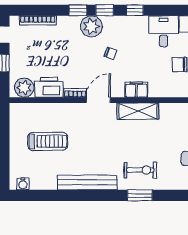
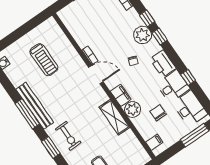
window: (135, 10) -> (188, 77), moved
printer: (49, 87) -> (163, 64), moved, turned 180
plant: (24, 88) -> (133, 109), moved
shelving: (138, 111) -> (114, 117), moved
window: (90, 195) -> (27, 114), added

